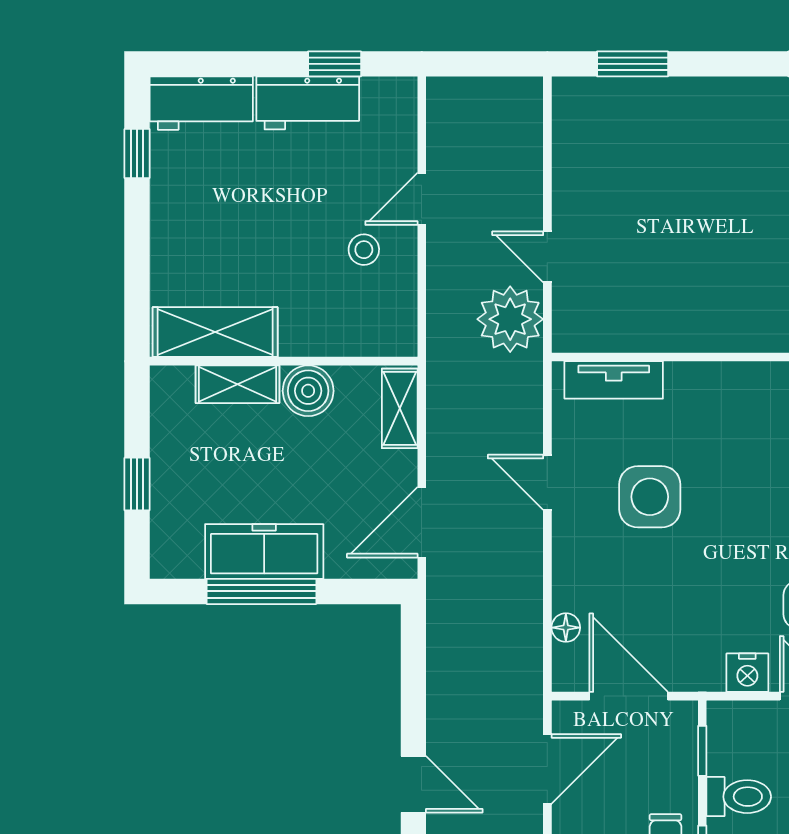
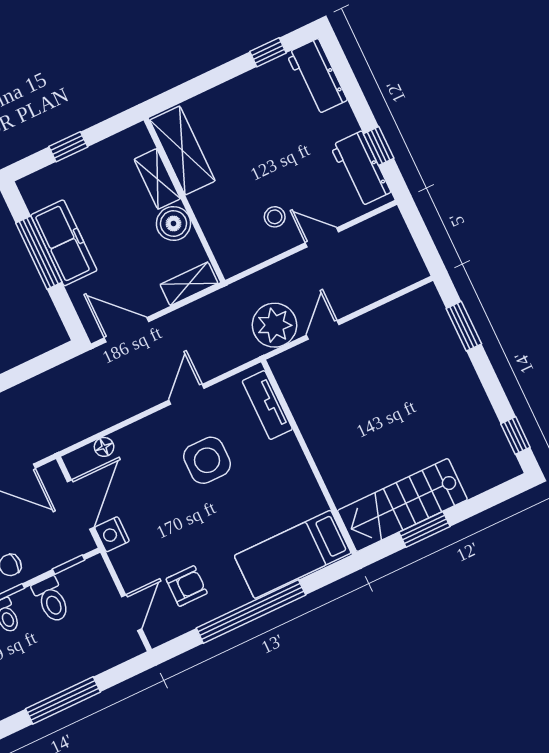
workbench: (308, 103) -> (361, 169), moved
nightstand: (747, 673) -> (112, 534), moved

